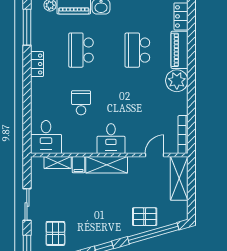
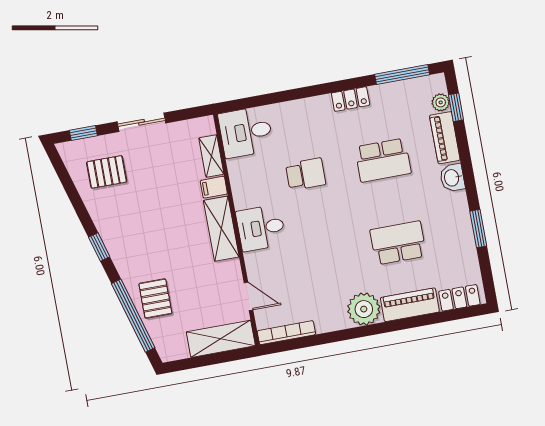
school desk: (81, 50) -> (383, 160), turned 180

